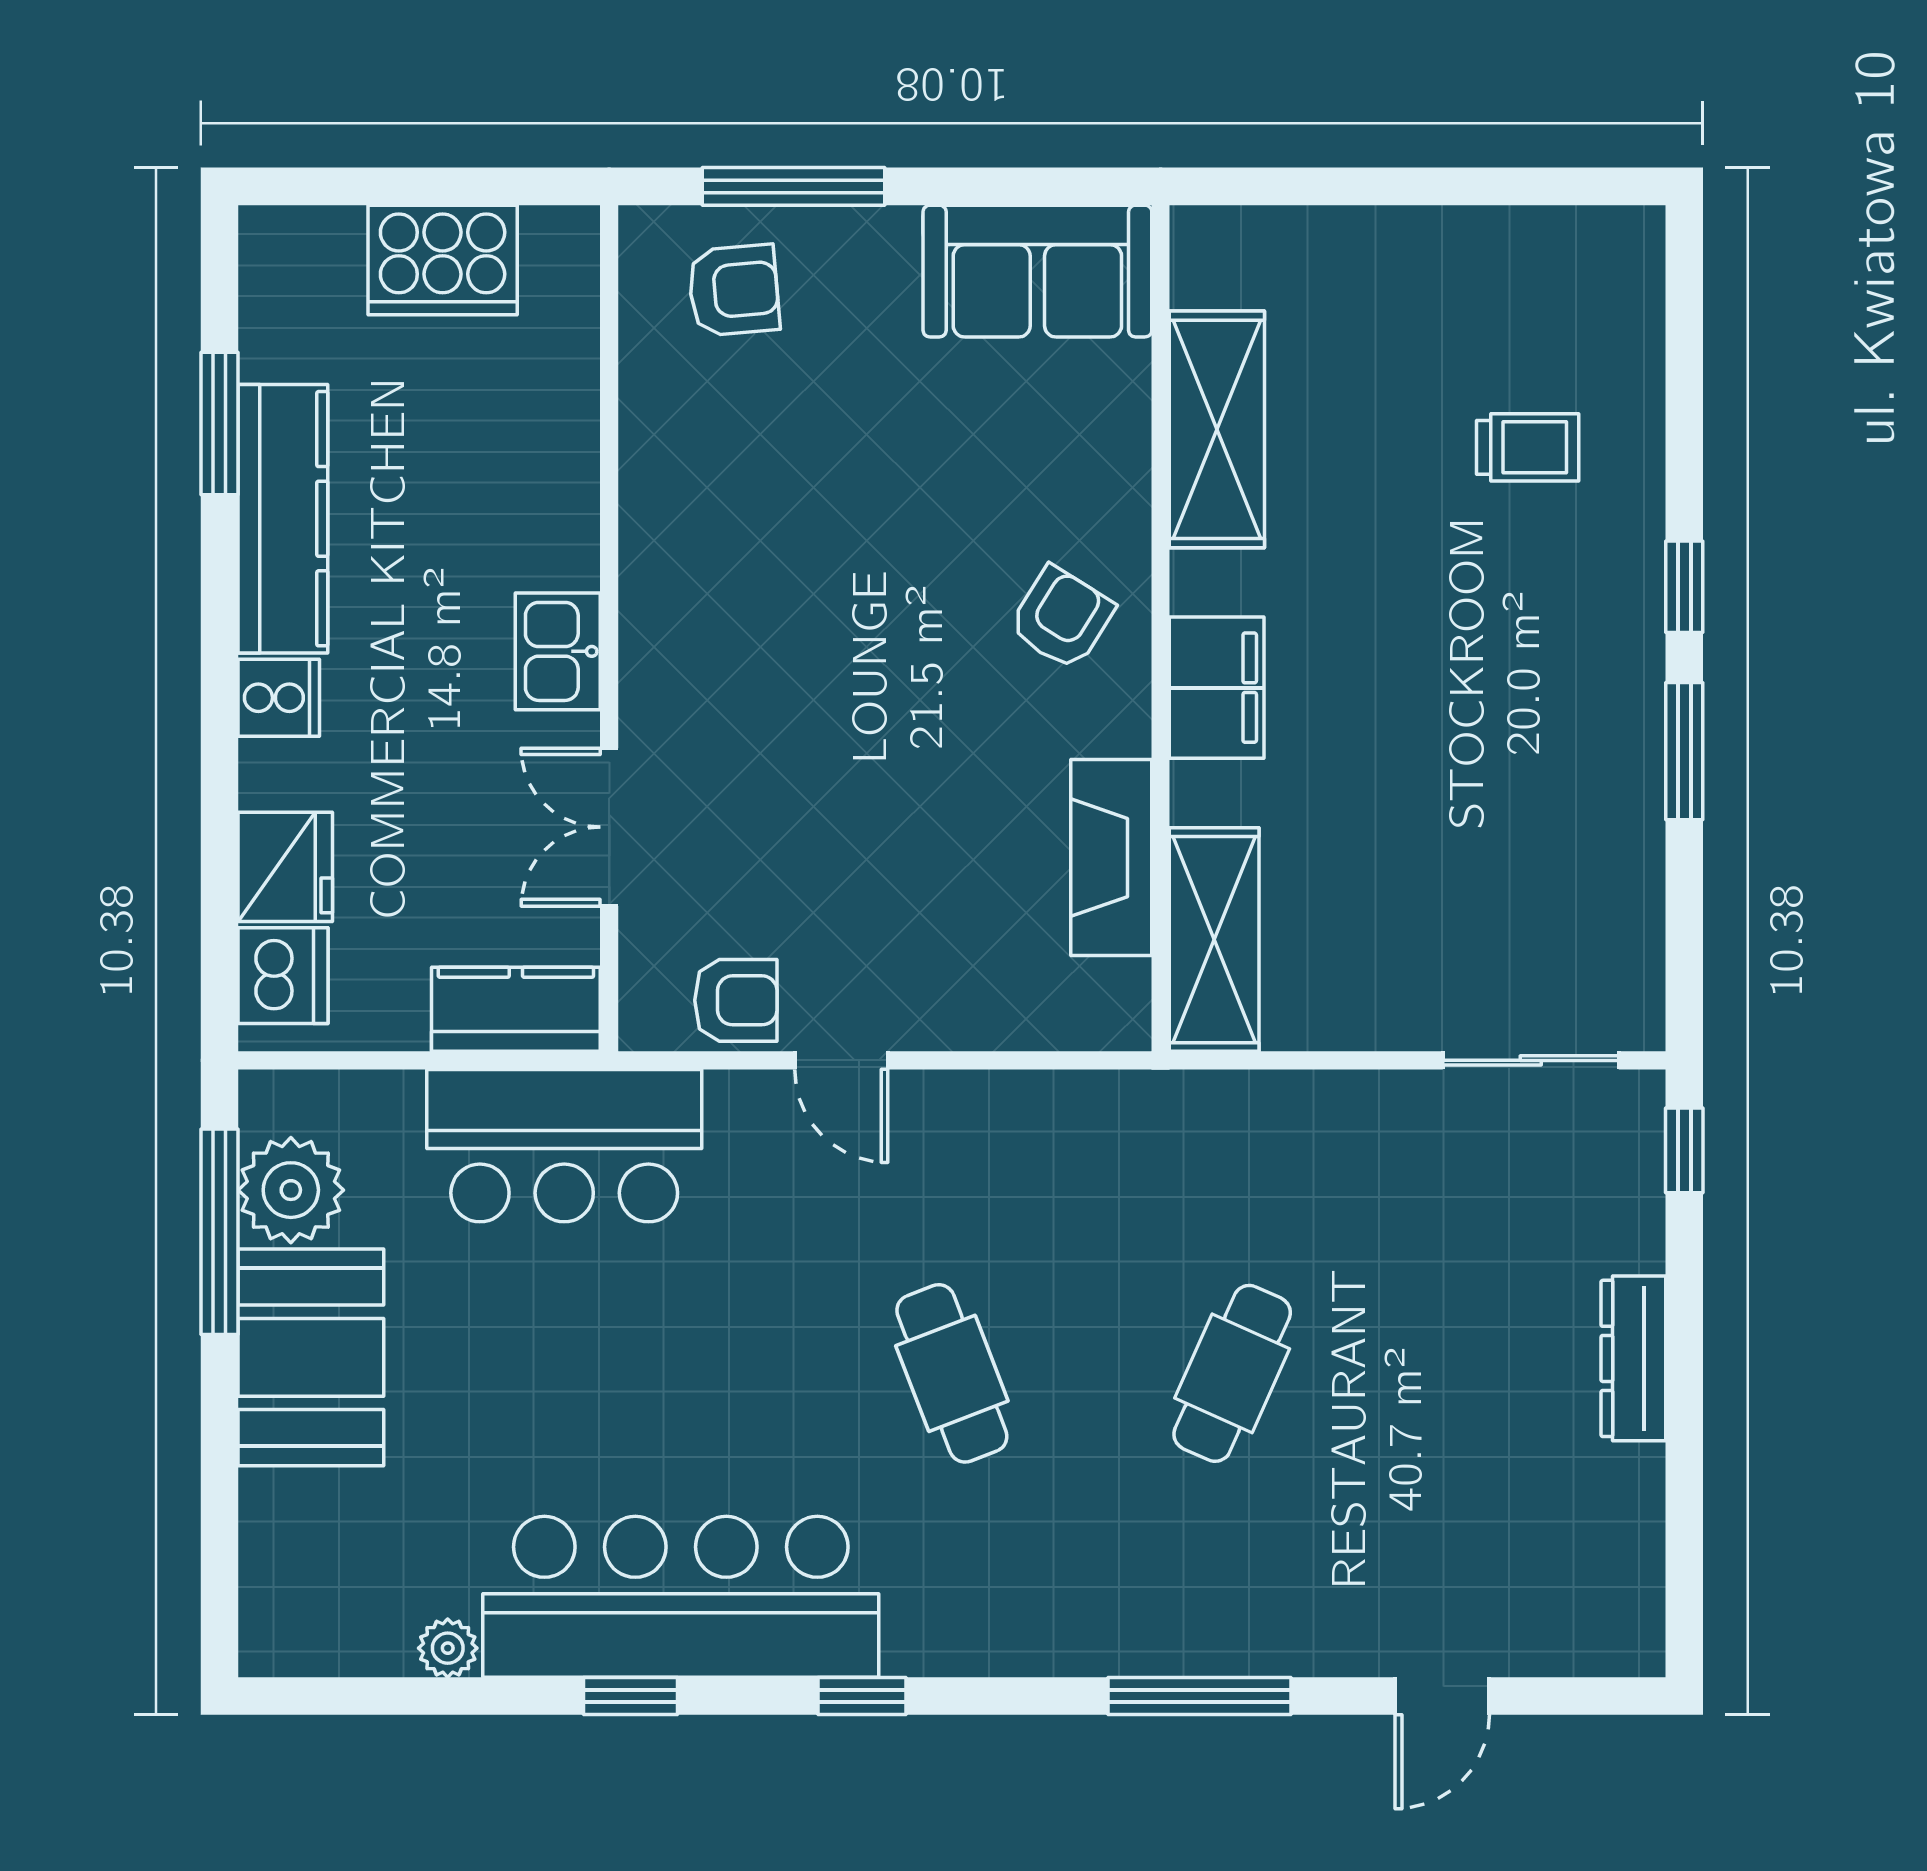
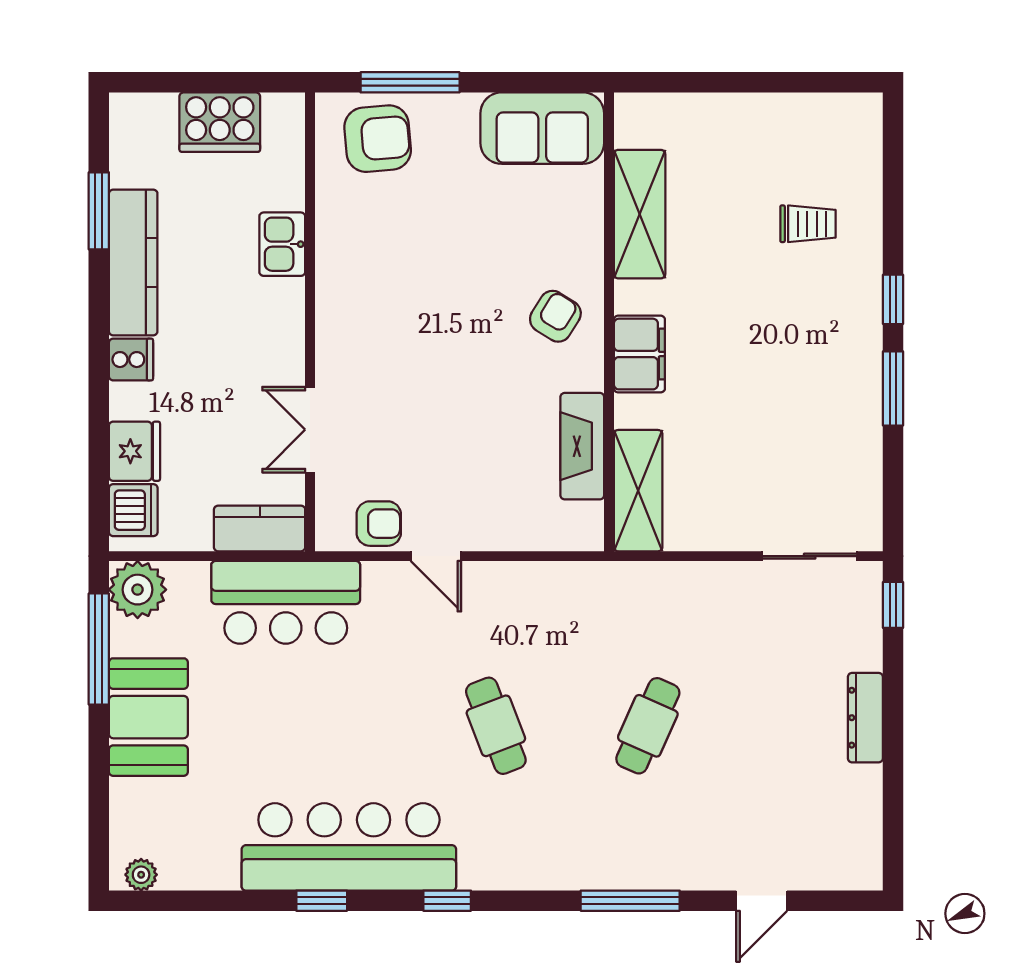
armchair: (734, 290) -> (378, 139), width x1.38, depth x1.38
kitchen sink: (558, 651) -> (282, 244), moved
plant: (291, 1190) -> (138, 590), moved
plant: (448, 1648) -> (141, 875), moved

